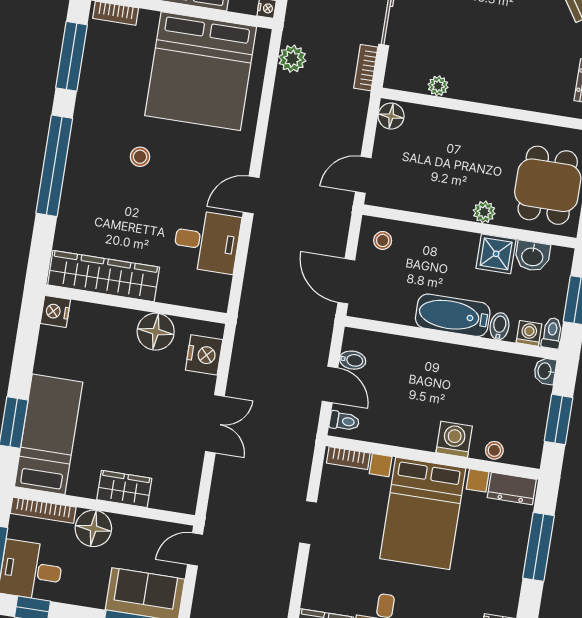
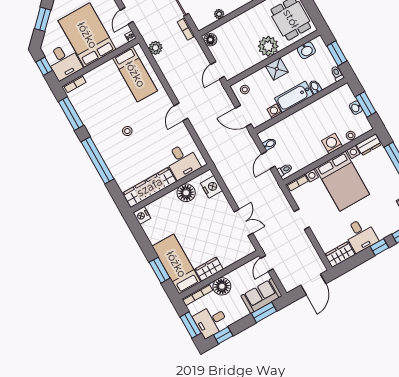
bed: (201, 71) -> (135, 74), width x0.49
plant: (484, 212) -> (268, 46), width x1.87, depth x1.87
desk: (207, 241) -> (182, 161), moved, turned 90
shower: (496, 254) -> (277, 69), moved
washing machine: (529, 333) -> (274, 111), moved
washbasin: (545, 371) -> (356, 108), moved
door: (330, 384) -> (268, 160), swing flipped
double door: (215, 424) -> (244, 222), moved
wardrobe: (124, 489) -> (209, 269), moved

